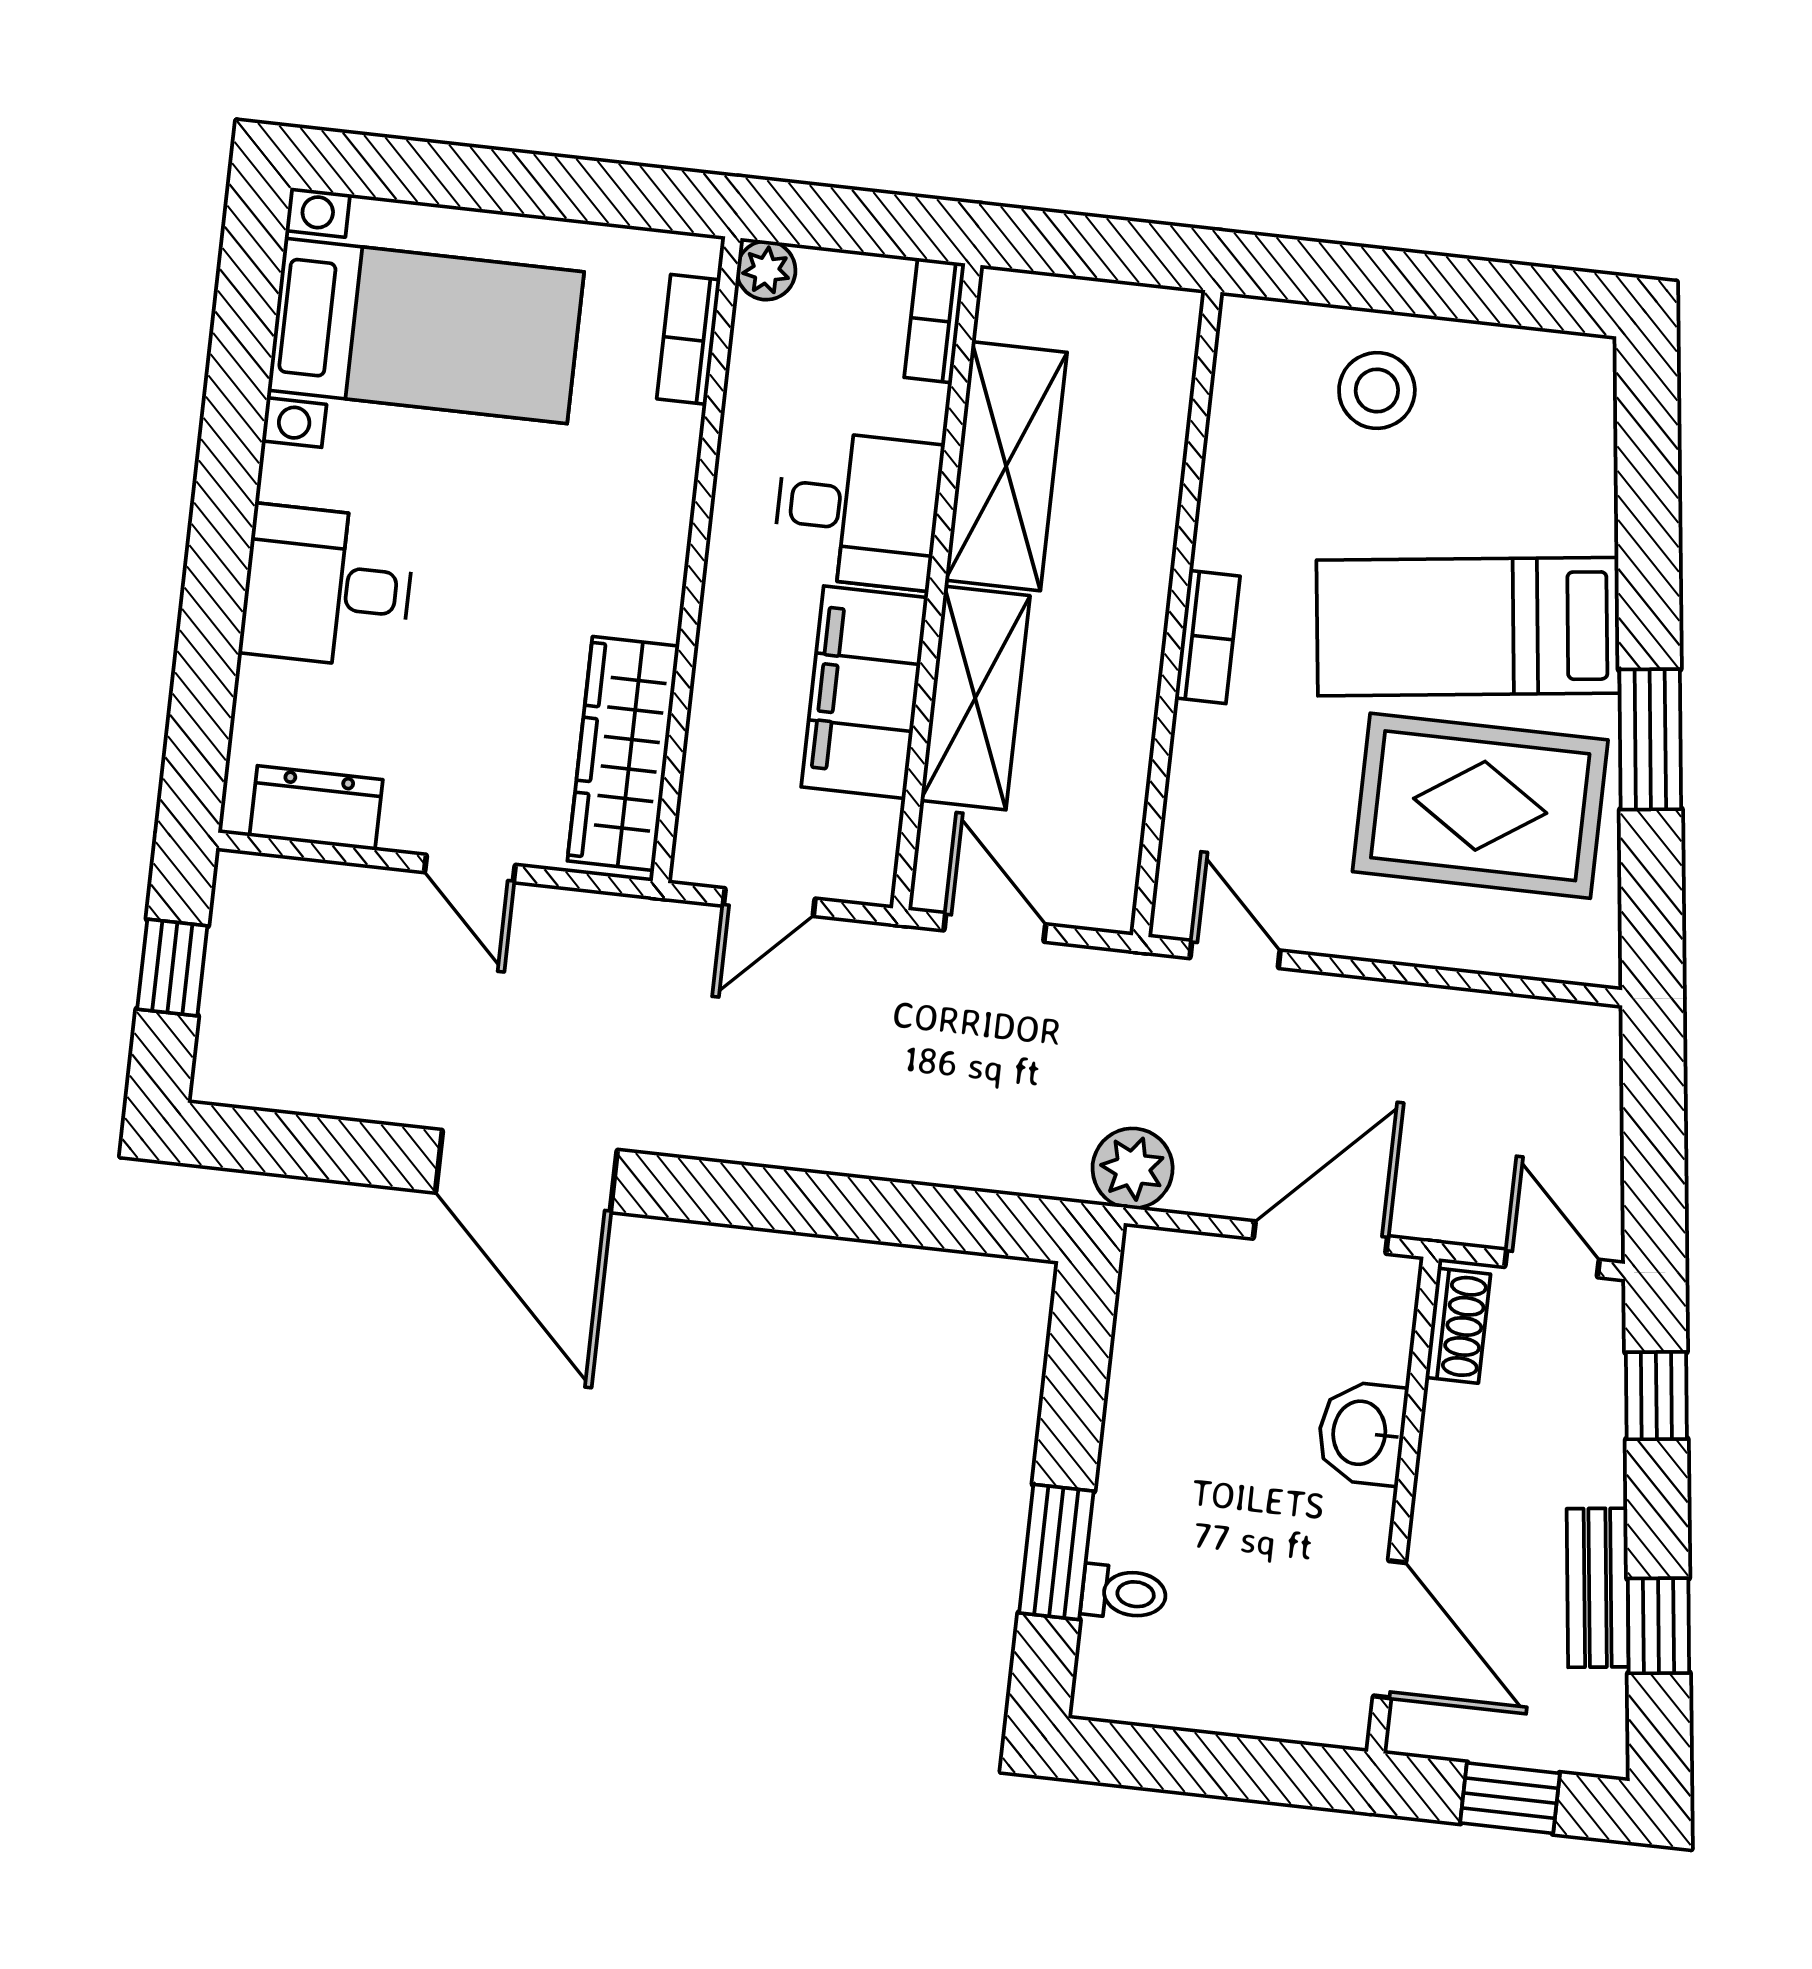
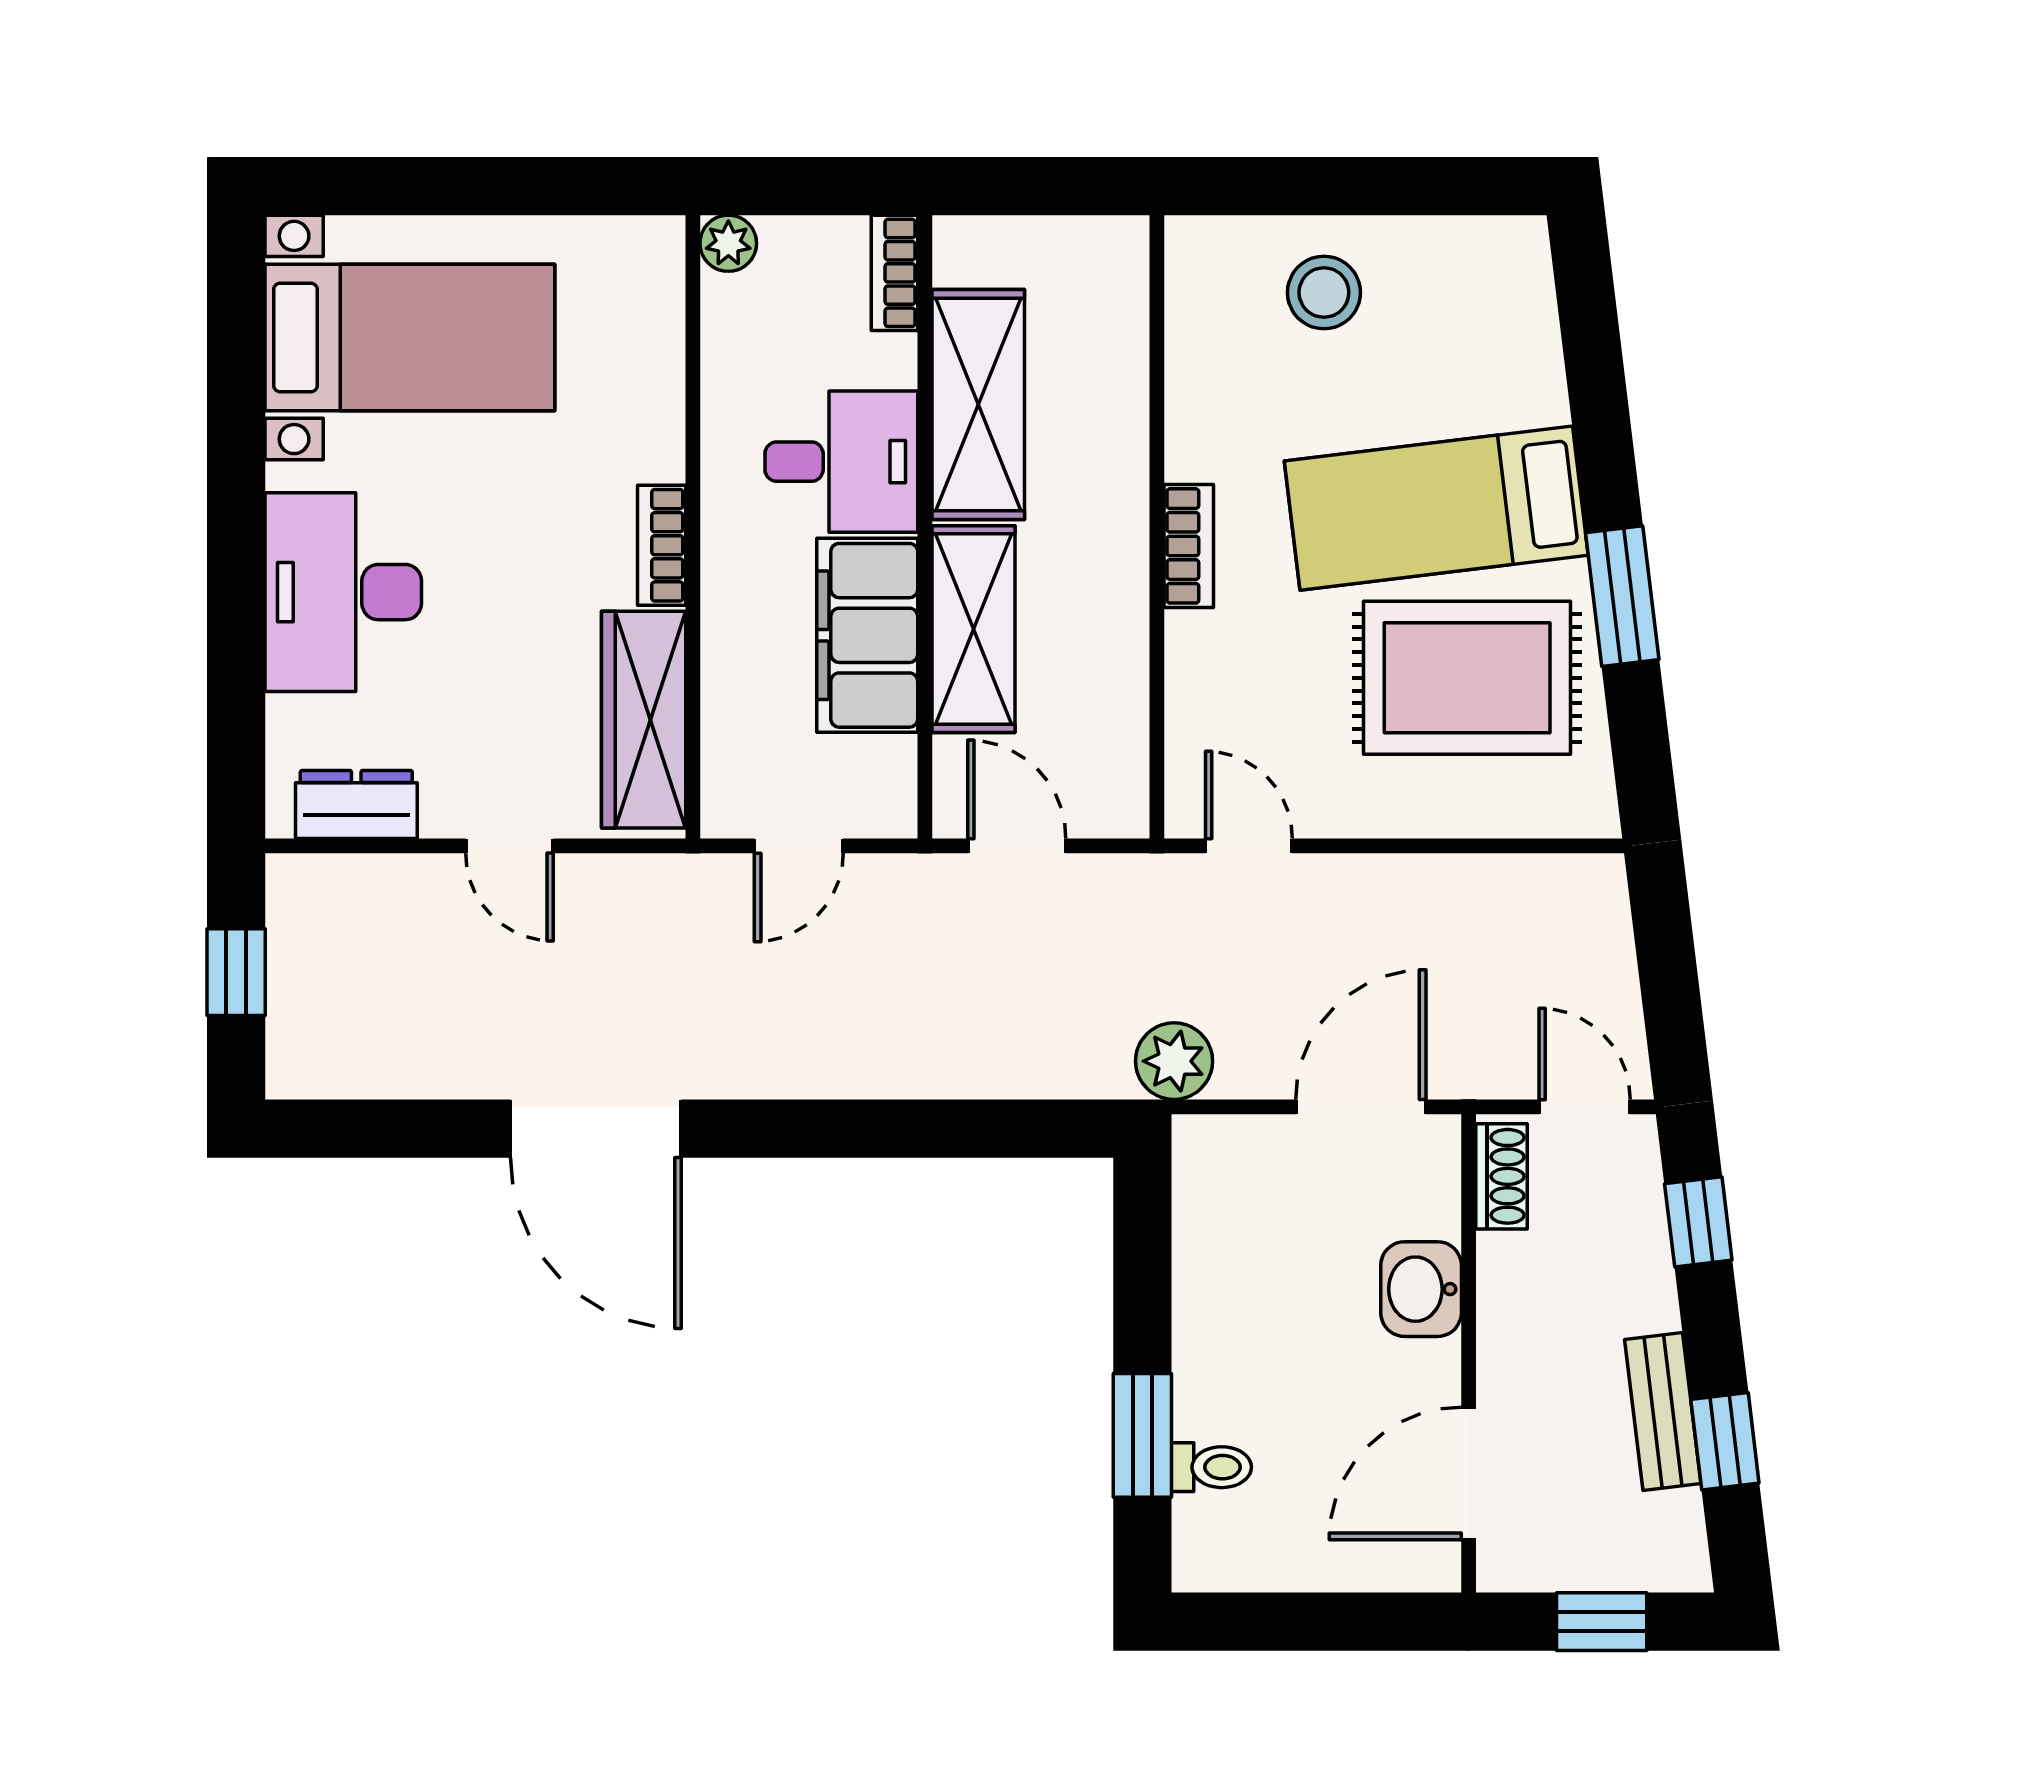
bookcase: (689, 339) -> (662, 545), moved
desk: (327, 587) -> (343, 592), width x1.37
door: (1389, 1629) -> (1469, 1473), swing flipped

